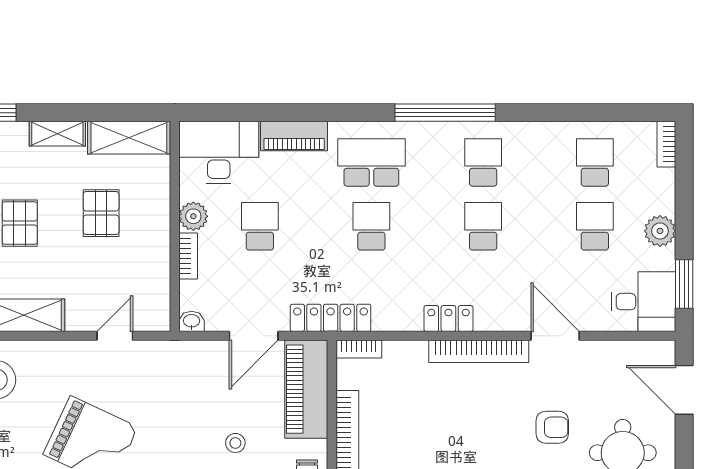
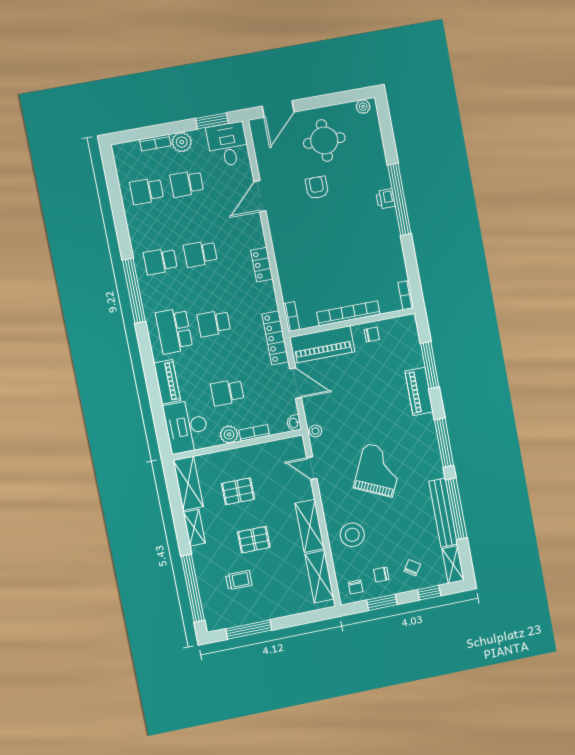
bookcase: (666, 144) -> (155, 143), moved
bookcase: (479, 351) -> (279, 242), removed
stool: (235, 443) -> (315, 431), moved

